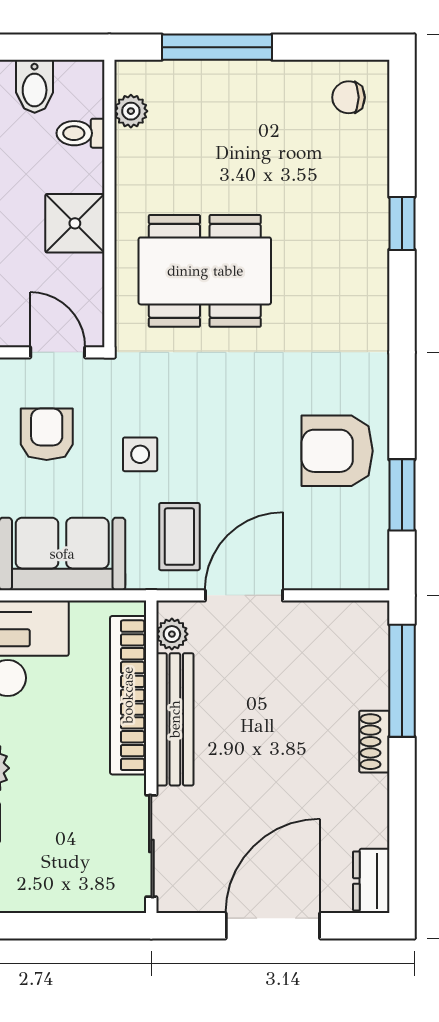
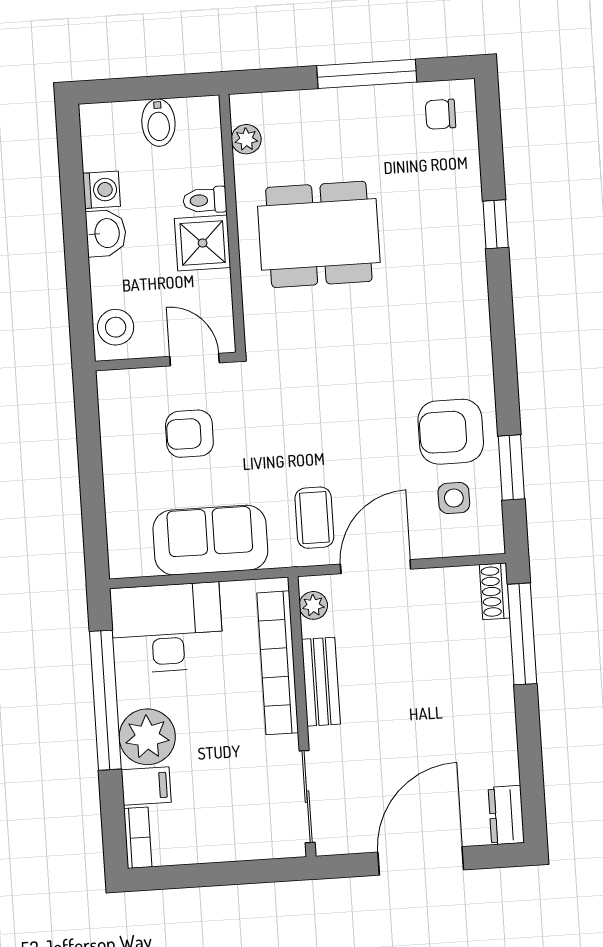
window: (217, 47) -> (367, 74), moved
toilet: (80, 133) -> (205, 200), moved
dining table: (205, 271) -> (319, 234), moved
armchair: (47, 434) -> (189, 434), turned -90
side table: (140, 454) -> (454, 498), moved
bench: (175, 719) -> (321, 682), width x0.73
shoe rack: (374, 742) -> (495, 591), moved

